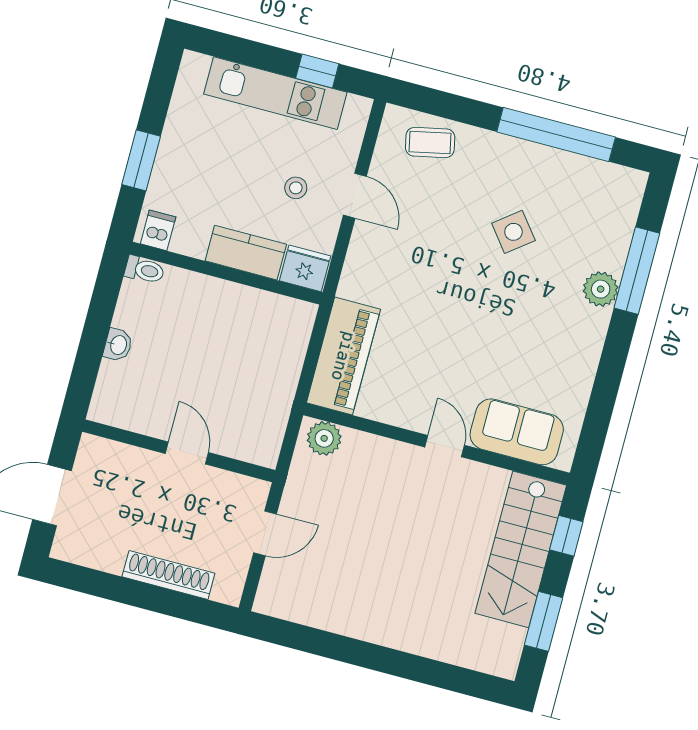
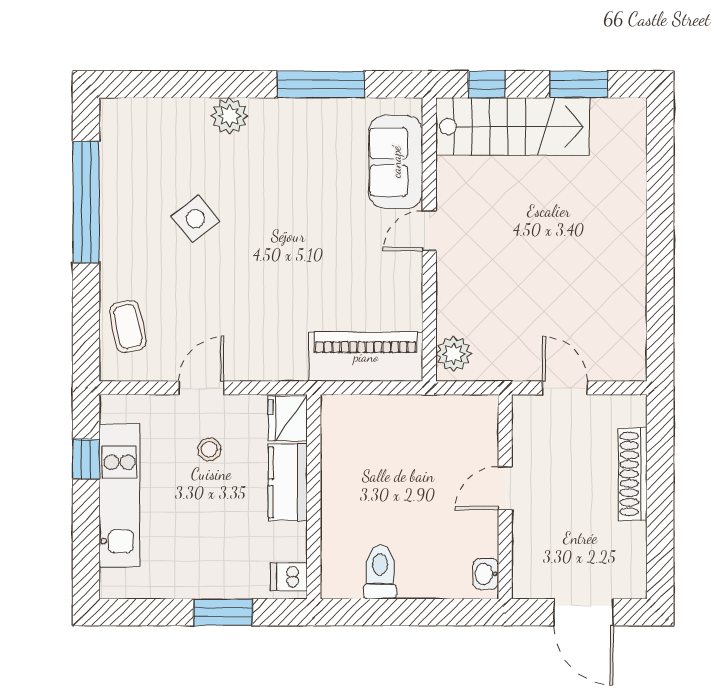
toilet: (144, 270) -> (380, 572), moved, width x1.37, depth x1.39
window: (637, 271) -> (321, 84), moved
washbasin: (118, 345) -> (486, 574), moved, turned -90

